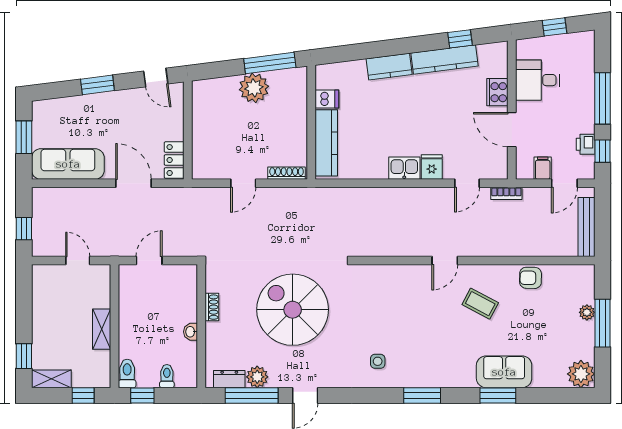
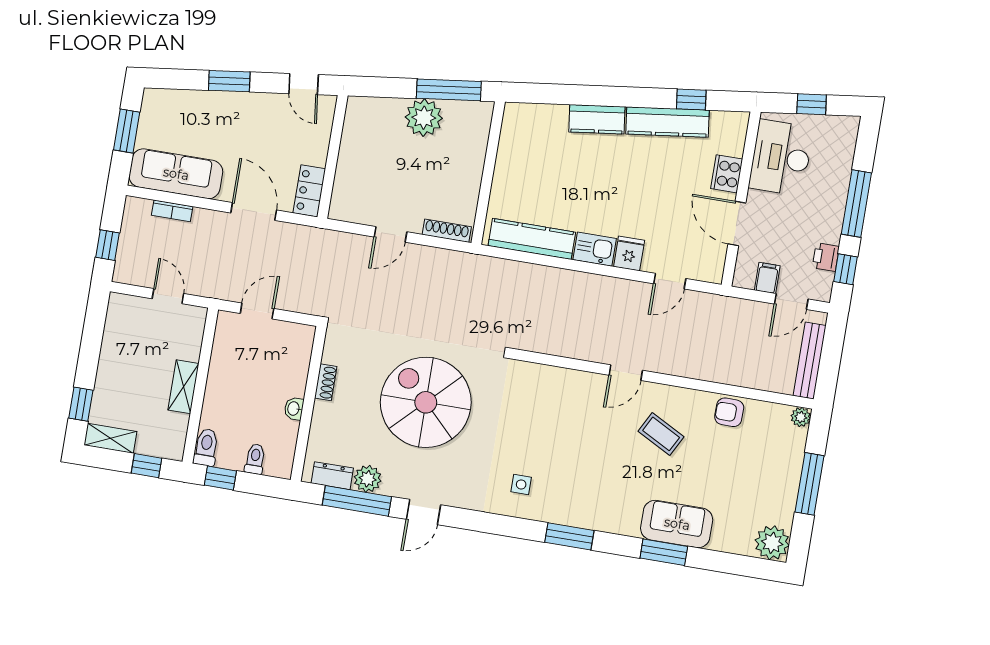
desk: (538, 80) -> (781, 158), width x1.37
dishwasher: (327, 99) -> (512, 147), removed
kitchen counter: (326, 143) -> (532, 239), moved, turned -90
bookcase: (506, 193) -> (172, 211), moved
plant: (587, 312) -> (801, 417), moved

